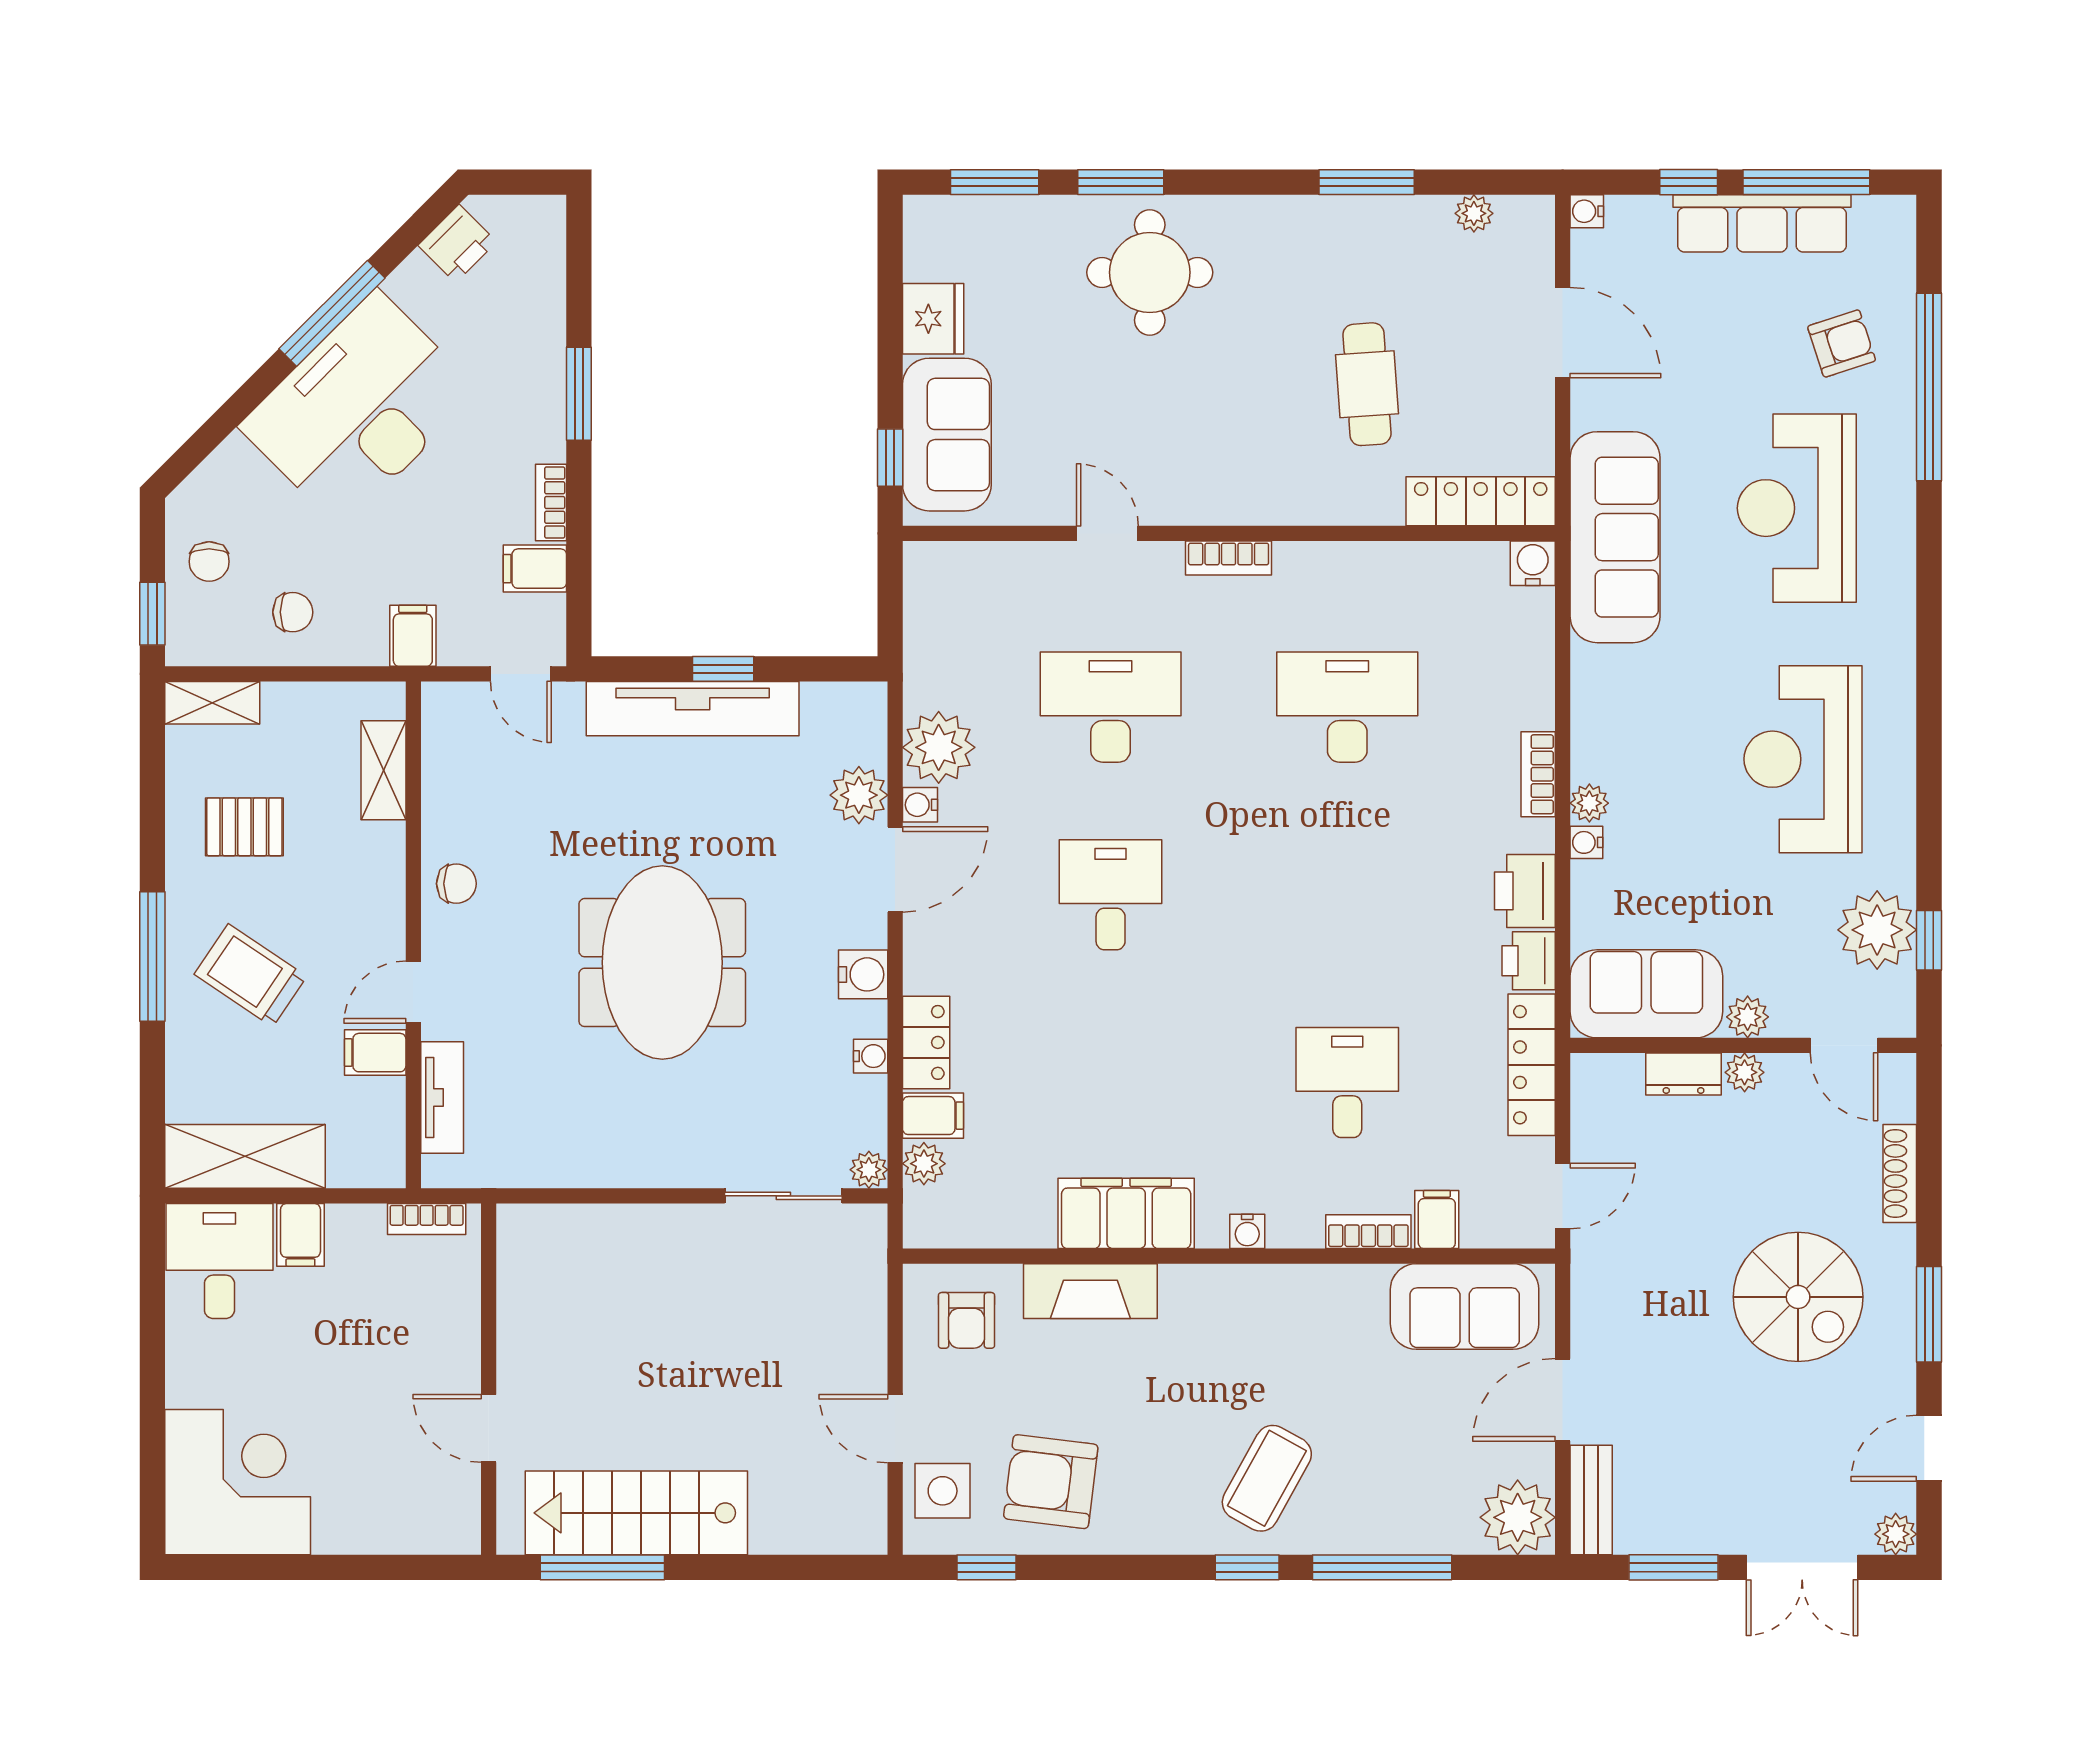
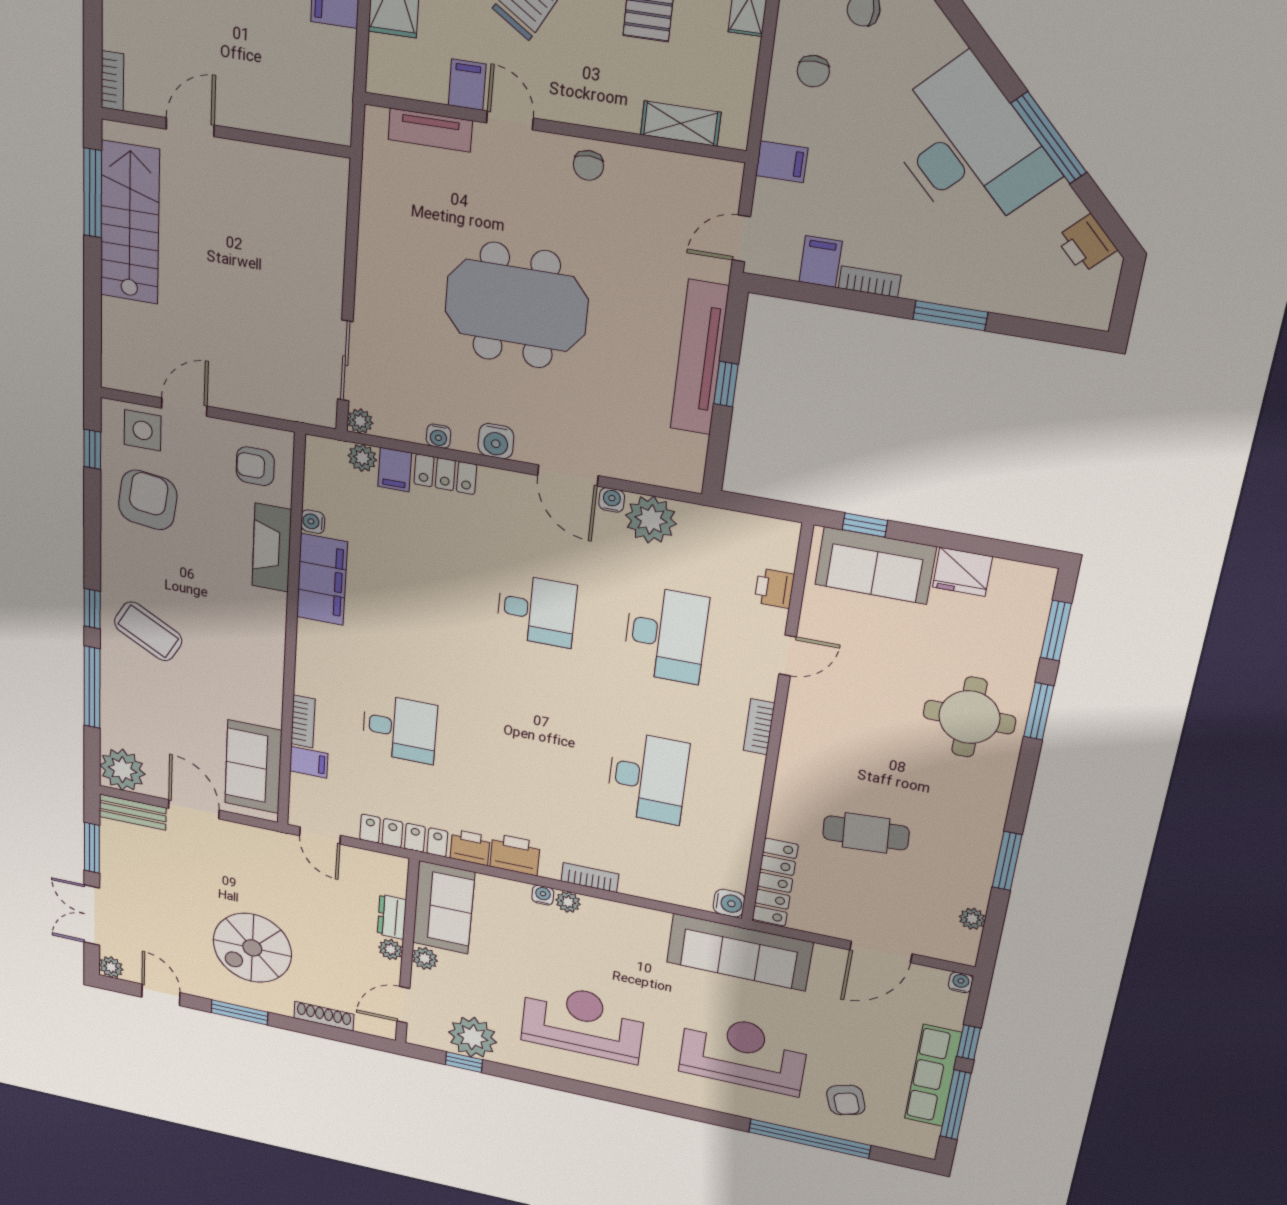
printer: (1008, 566) -> (774, 588), added
plant: (859, 795) -> (623, 461), removed
bookcase: (427, 1219) -> (112, 81), moved, turned 180
water cooler: (1247, 1231) -> (313, 522), moved

